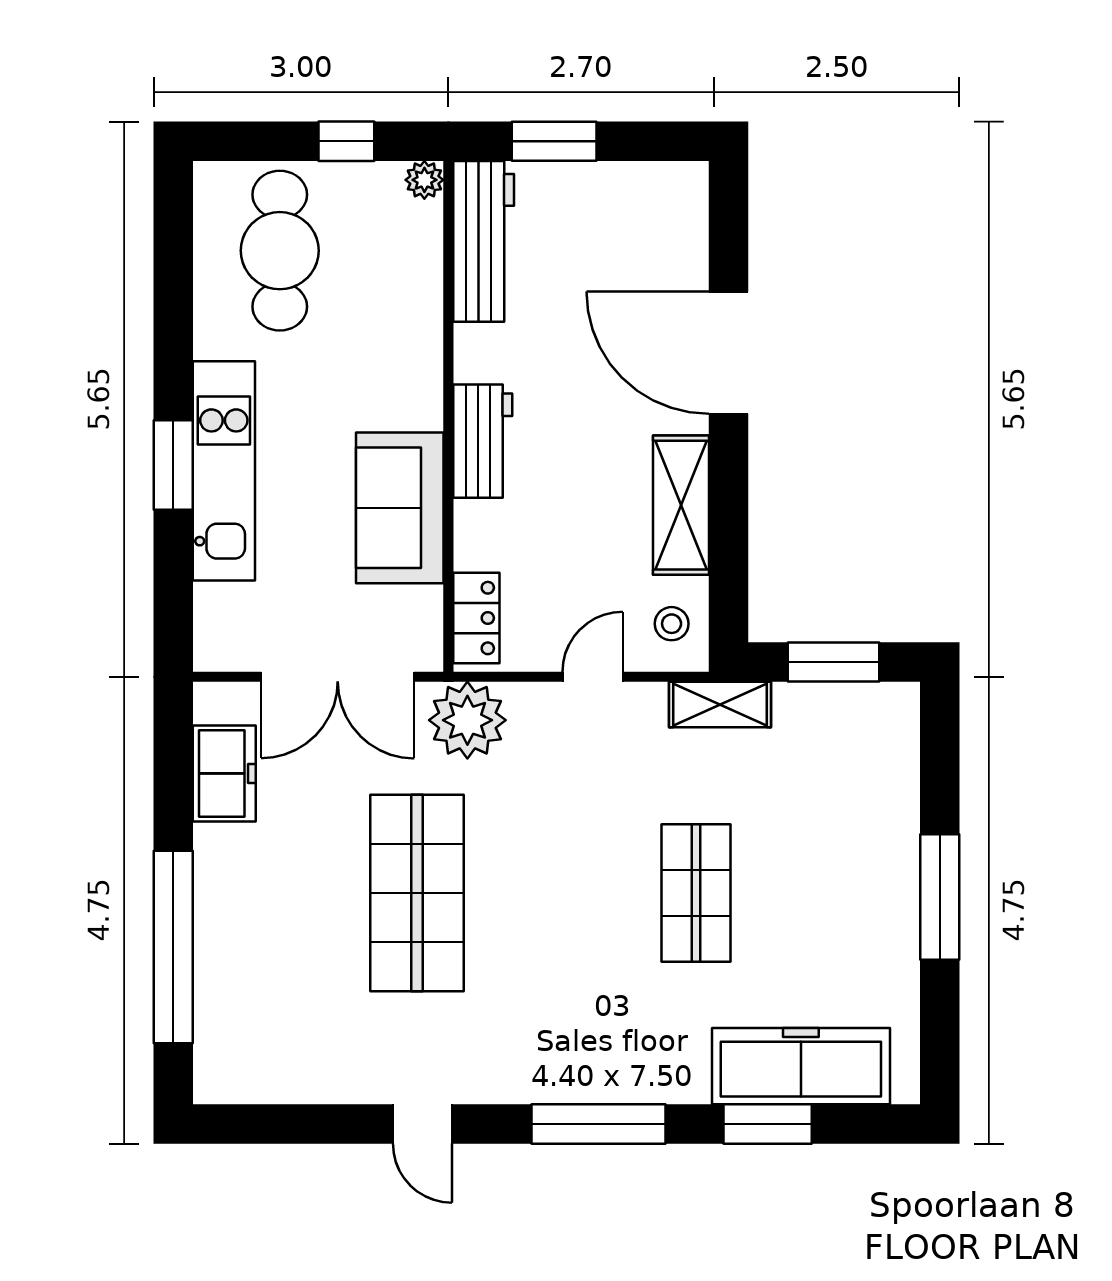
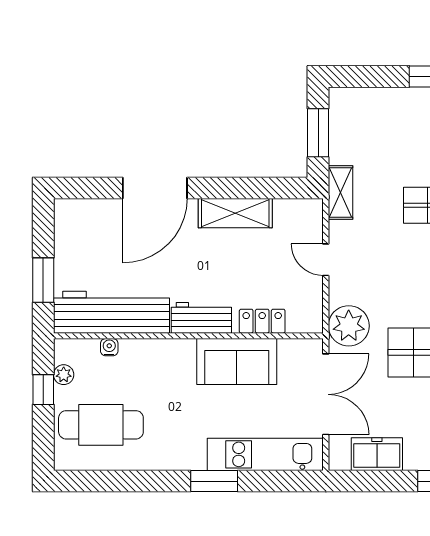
plant: (424, 180) -> (64, 375), moved
workbench: (484, 241) -> (111, 312), width x1.36, depth x1.32
water cooler: (427, 266) -> (109, 347), added
kitchen unit: (224, 471) -> (265, 454), moved
locker: (476, 618) -> (262, 321), moved
stool: (672, 624) -> (298, 218), removed

